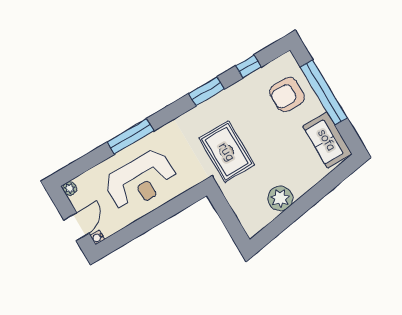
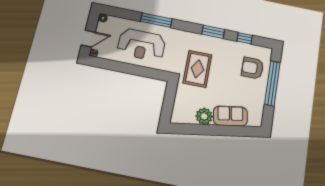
sofa: (327, 140) -> (230, 116), moved, turned 81

